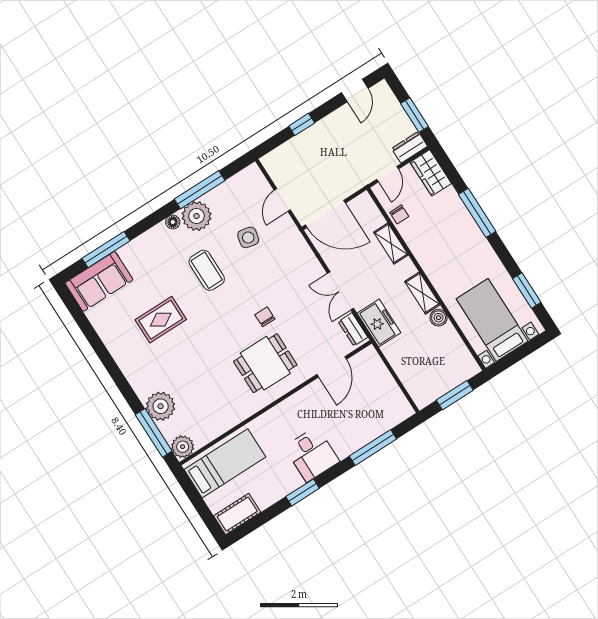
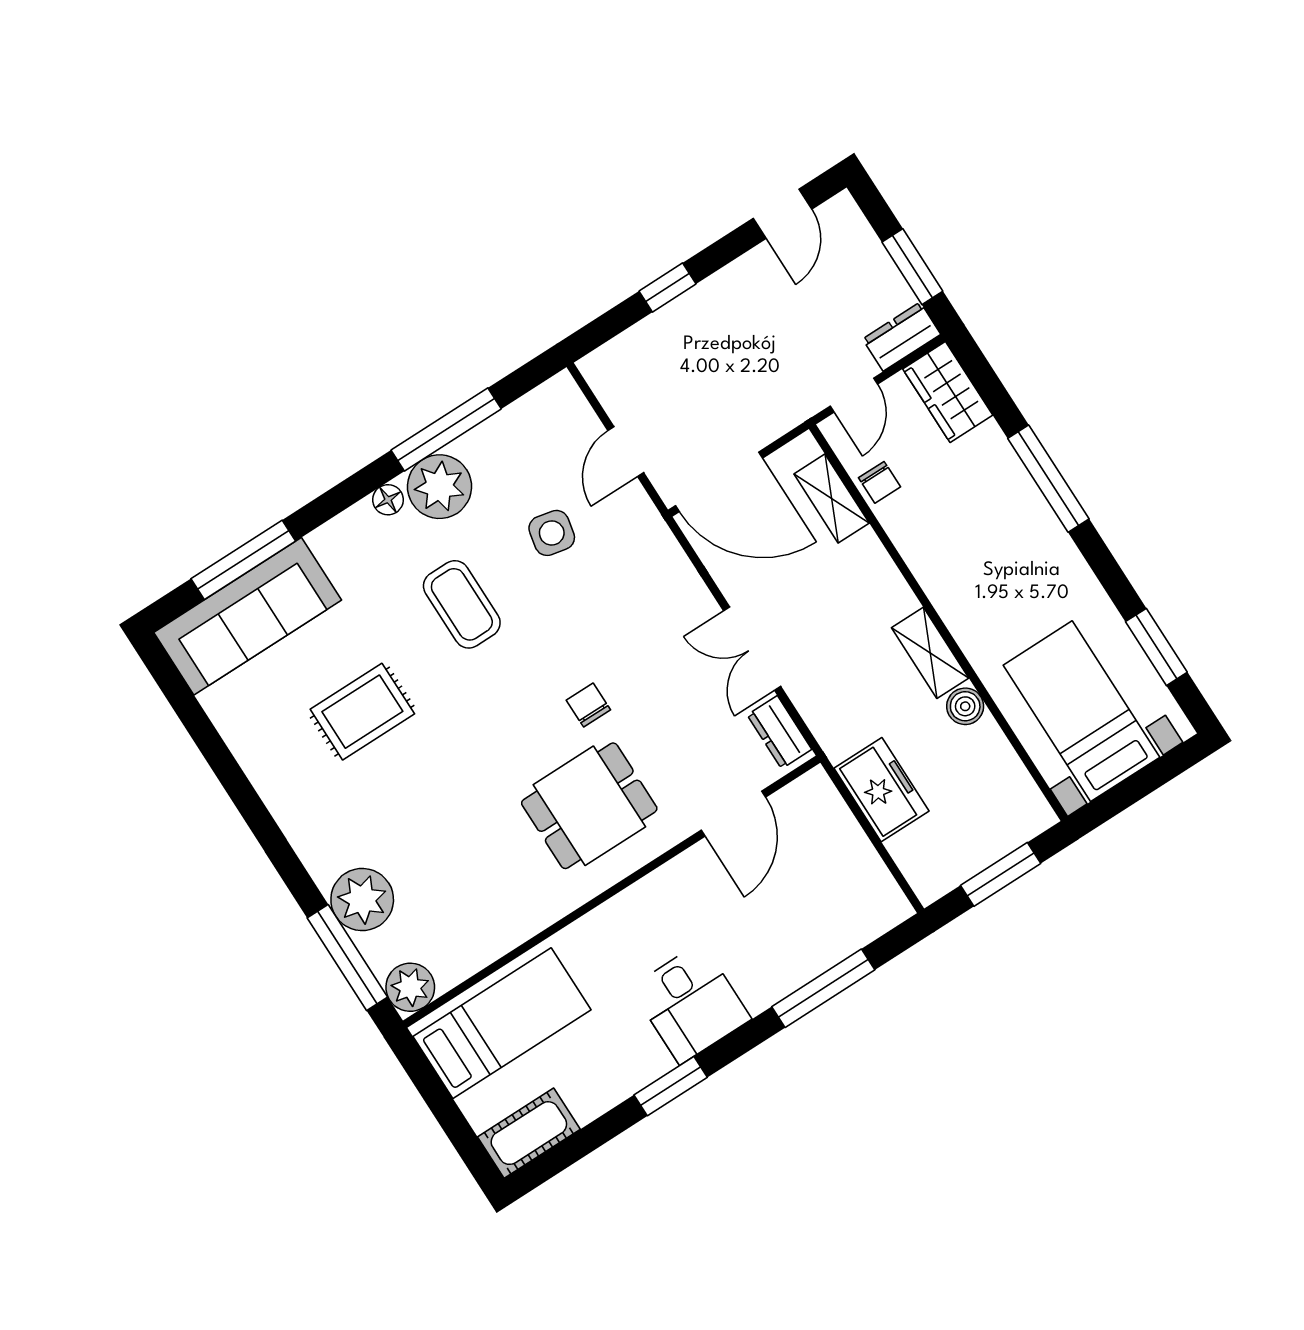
shelving: (391, 243) -> (832, 499), moved
sofa: (99, 281) -> (248, 616), width x1.36
freezer: (379, 323) -> (881, 790), moved

